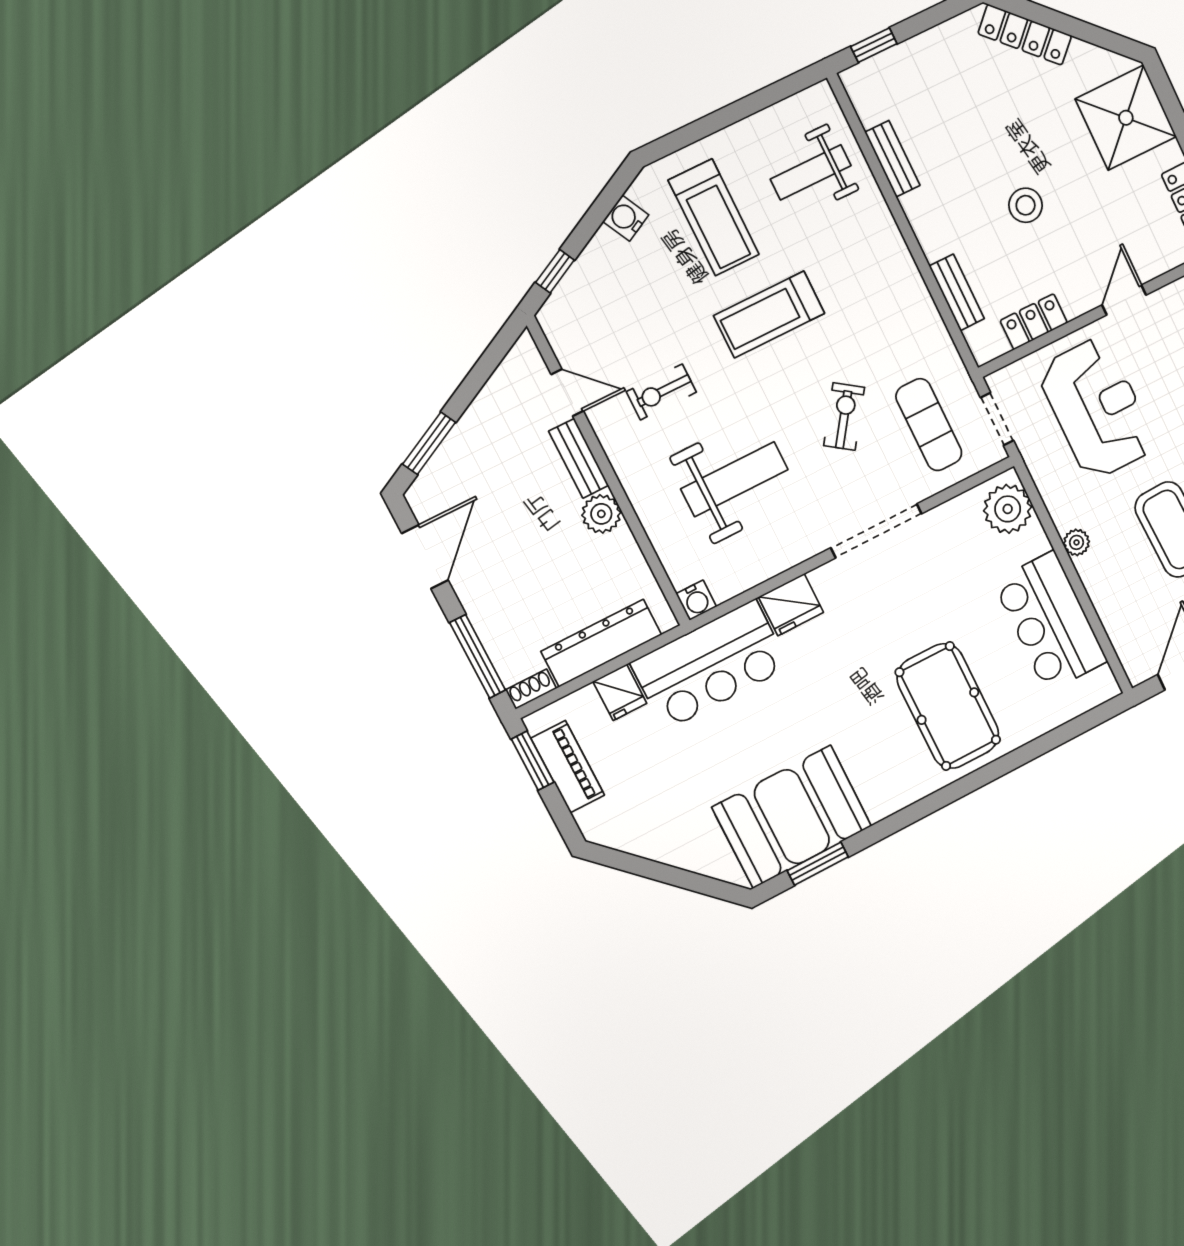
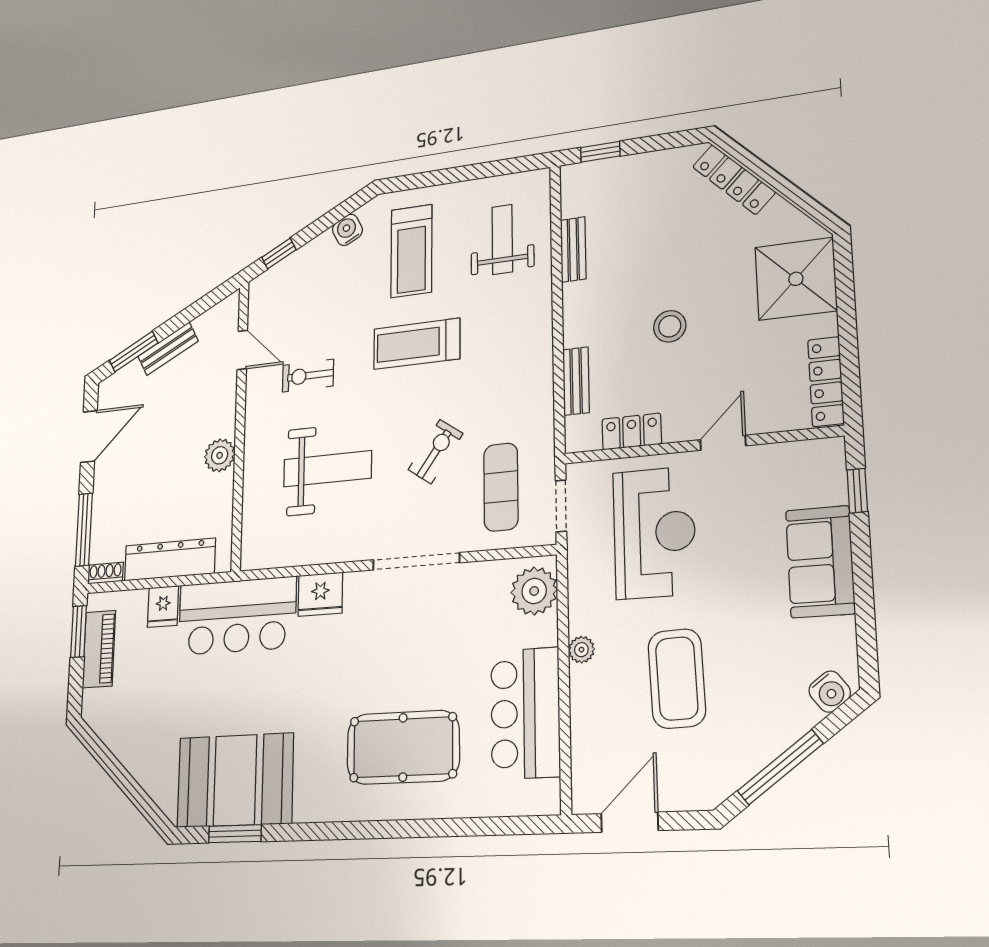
weight bench: (811, 172) -> (502, 239), turned 90
bench: (579, 458) -> (168, 349), moved, turned 63
water cooler: (696, 600) -> (253, 557), removed
pool table: (948, 706) -> (403, 747), turned 90

